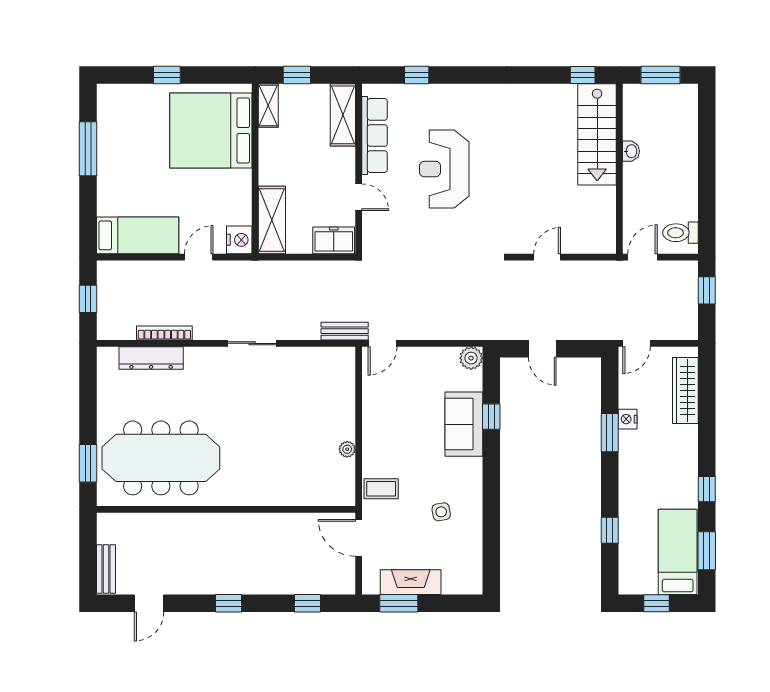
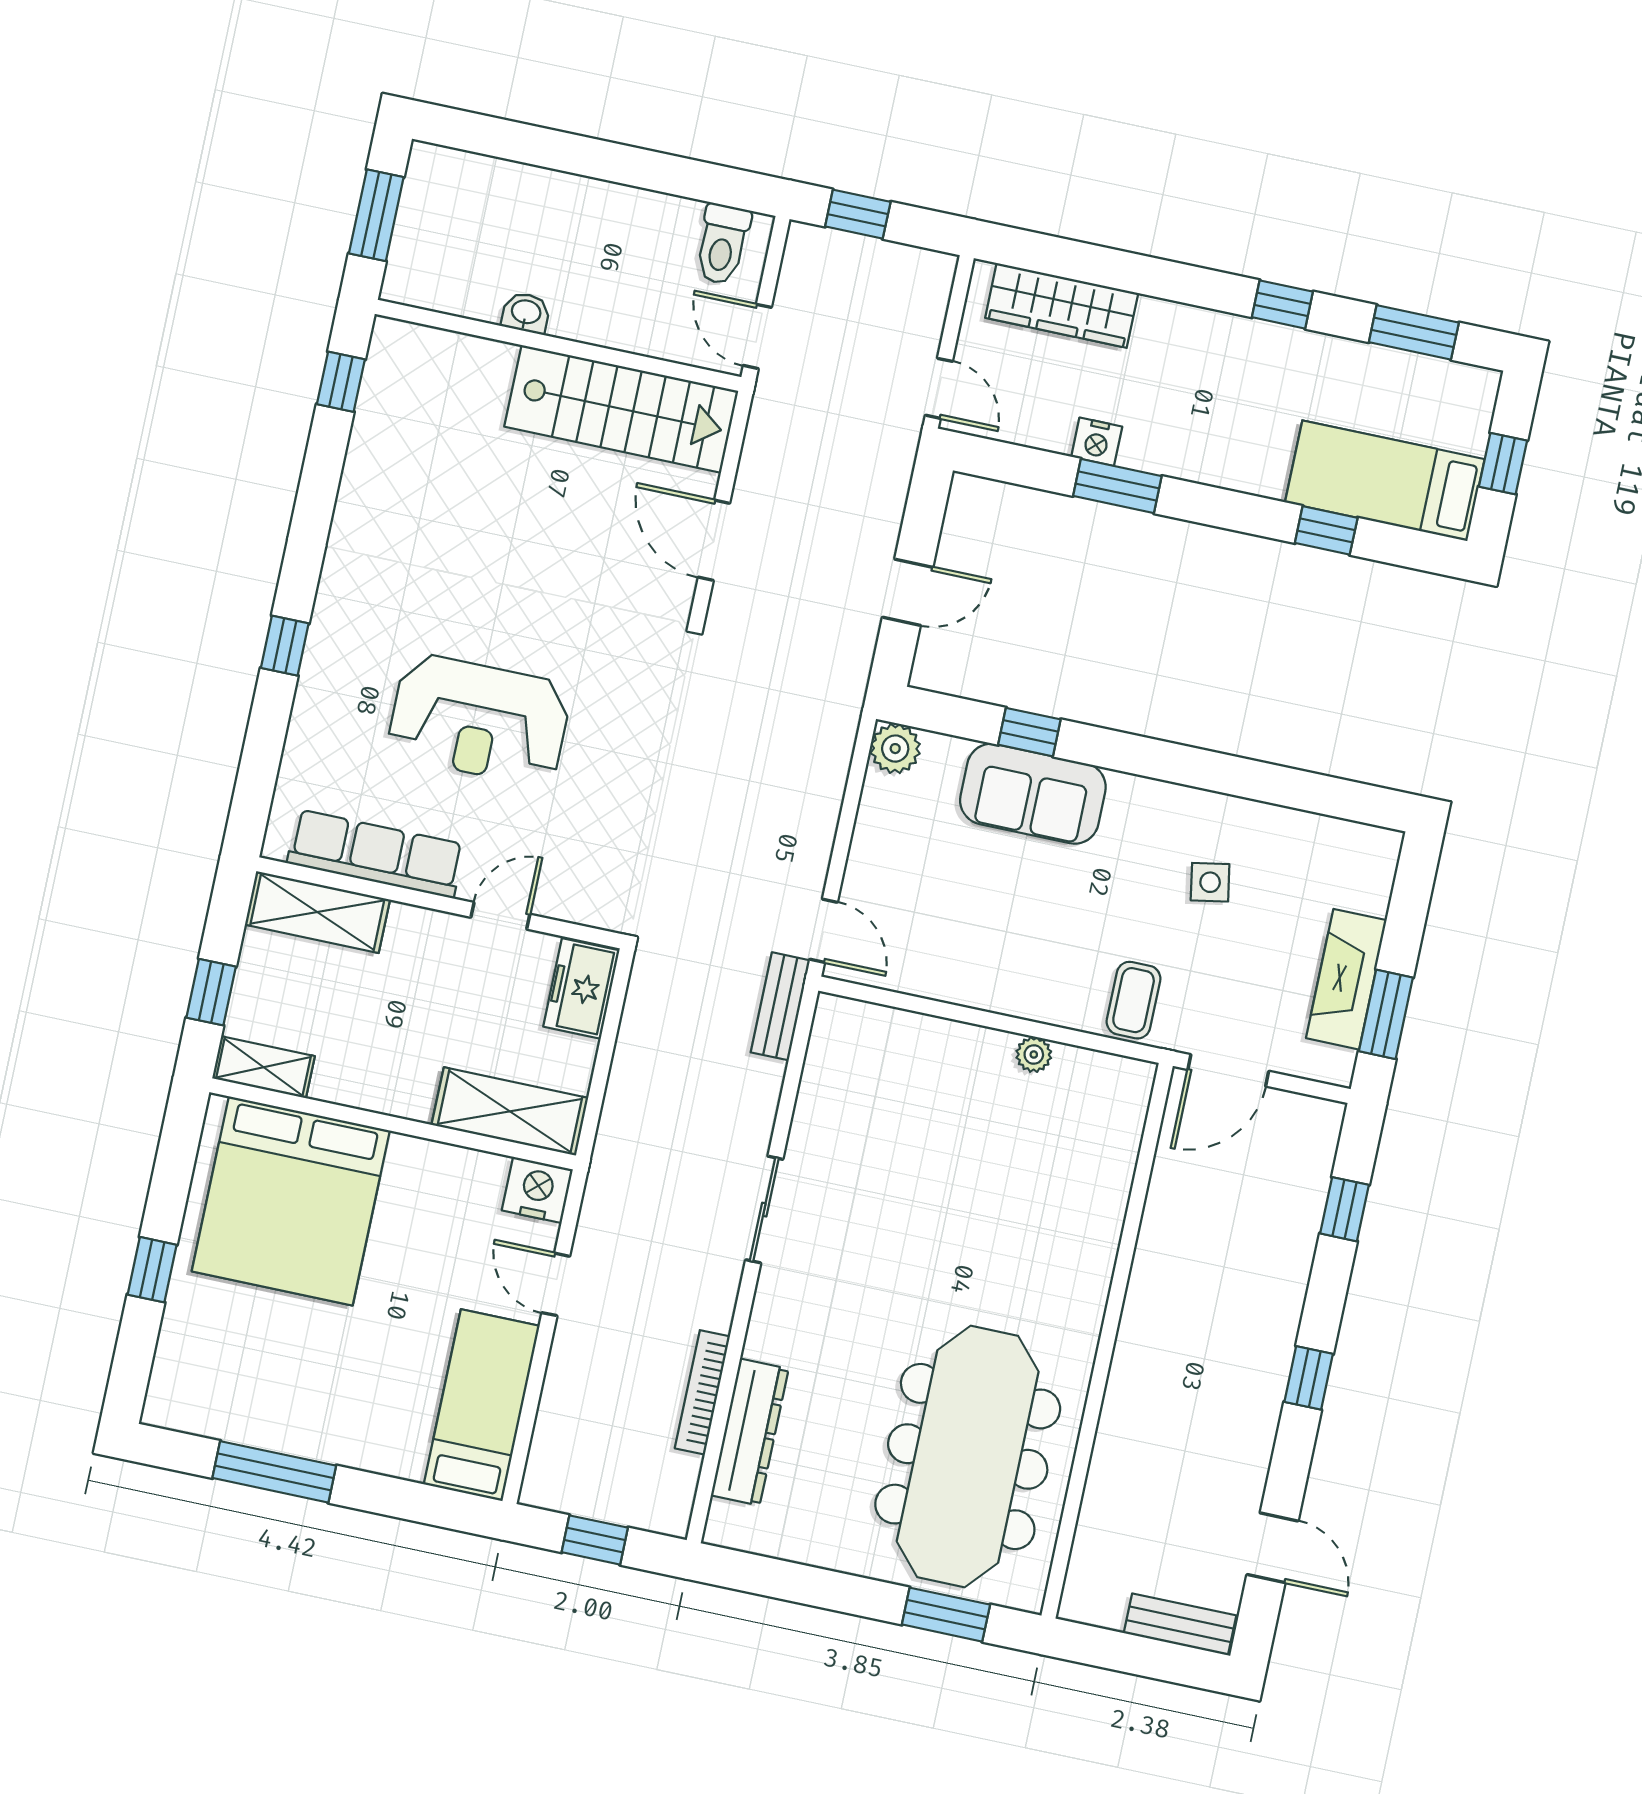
window: (417, 75) -> (285, 646), moved
stairs: (597, 134) -> (621, 409), moved
door: (547, 257) -> (714, 540), width x1.37
bed: (678, 552) -> (1385, 481), moved

